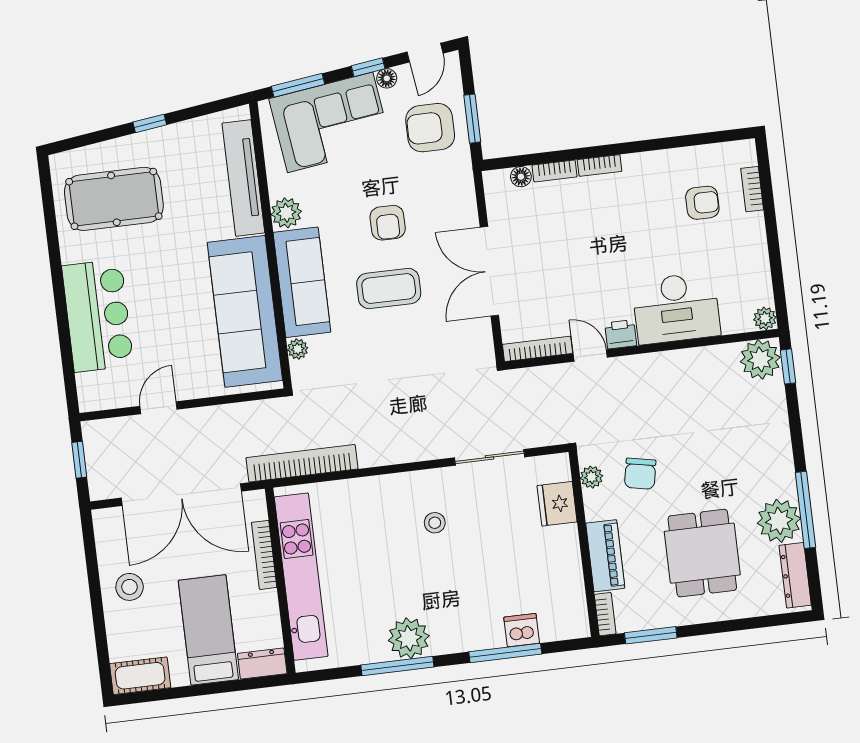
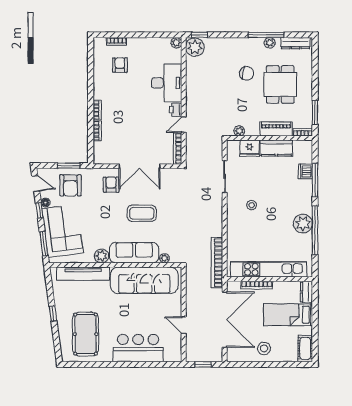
floor lamp: (521, 177) -> (98, 147), removed
armchair: (388, 223) -> (111, 185), moved, turned -90
coffee table: (389, 288) -> (142, 213), turned 90
chair: (640, 474) -> (247, 73), moved
plant: (779, 521) -> (270, 43), width x0.53, depth x0.53
dining table: (702, 553) -> (280, 84), turned 90
kitchen counter: (564, 561) -> (276, 148), added
window: (397, 666) -> (315, 230), width x1.46

